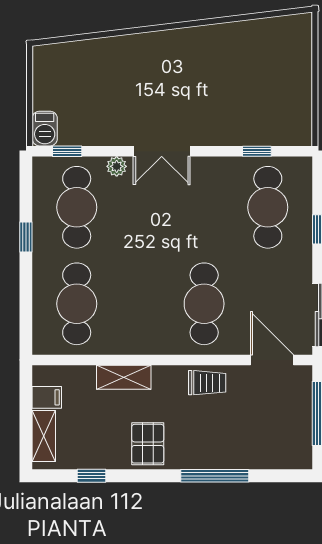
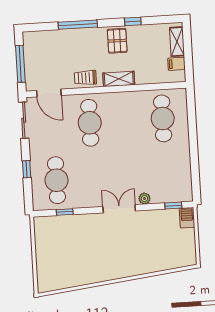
cafe table: (77, 207) -> (166, 174), removed
window: (26, 237) -> (194, 155), removed
shelving: (124, 377) -> (119, 79), moved
window: (92, 476) -> (133, 21), moved

